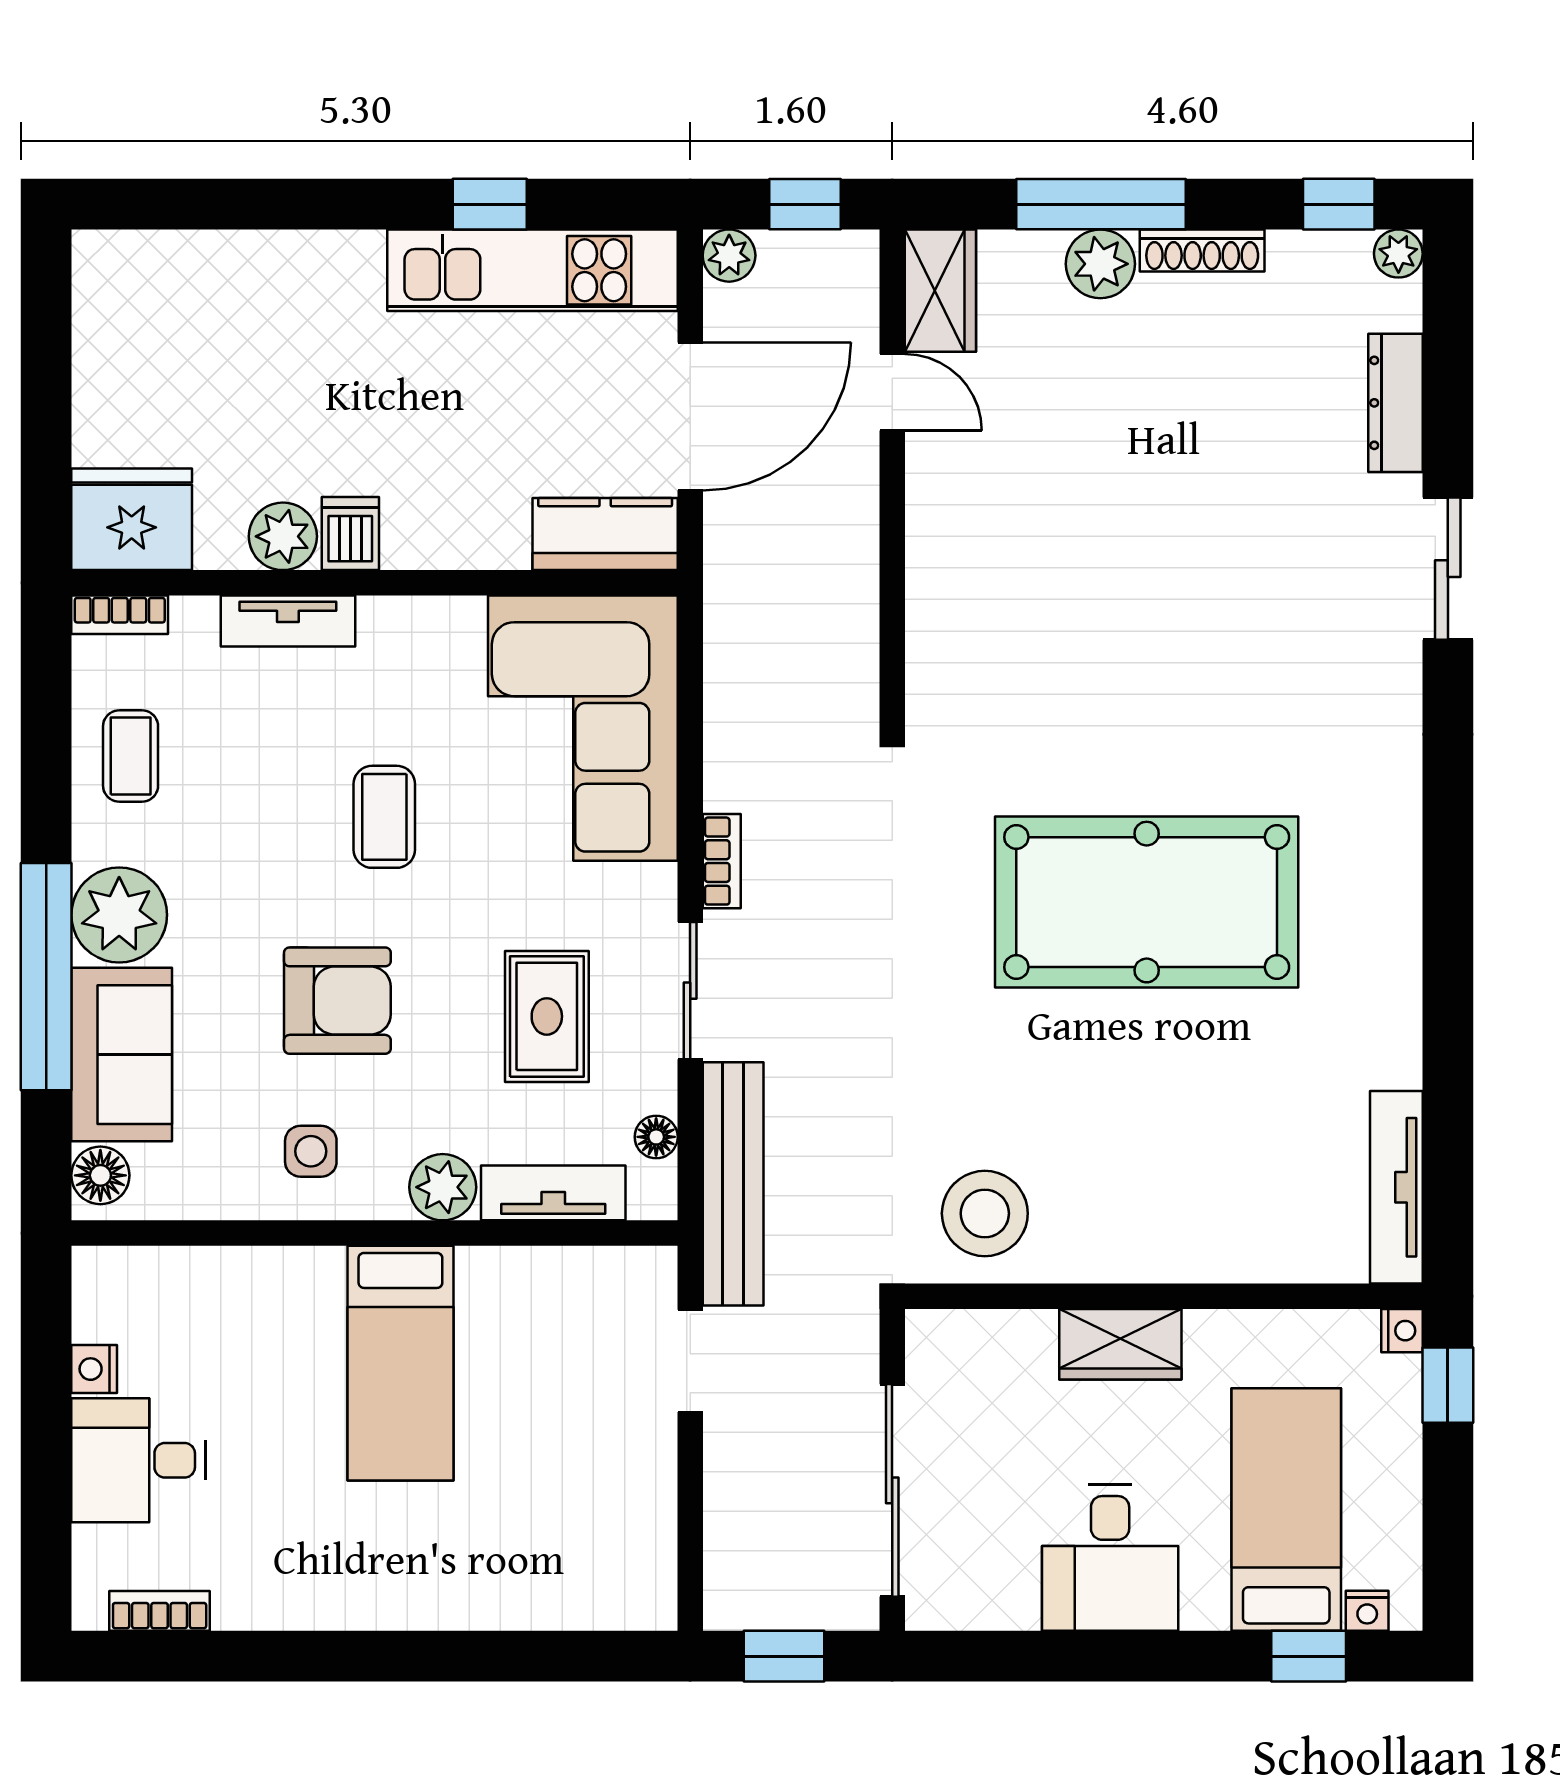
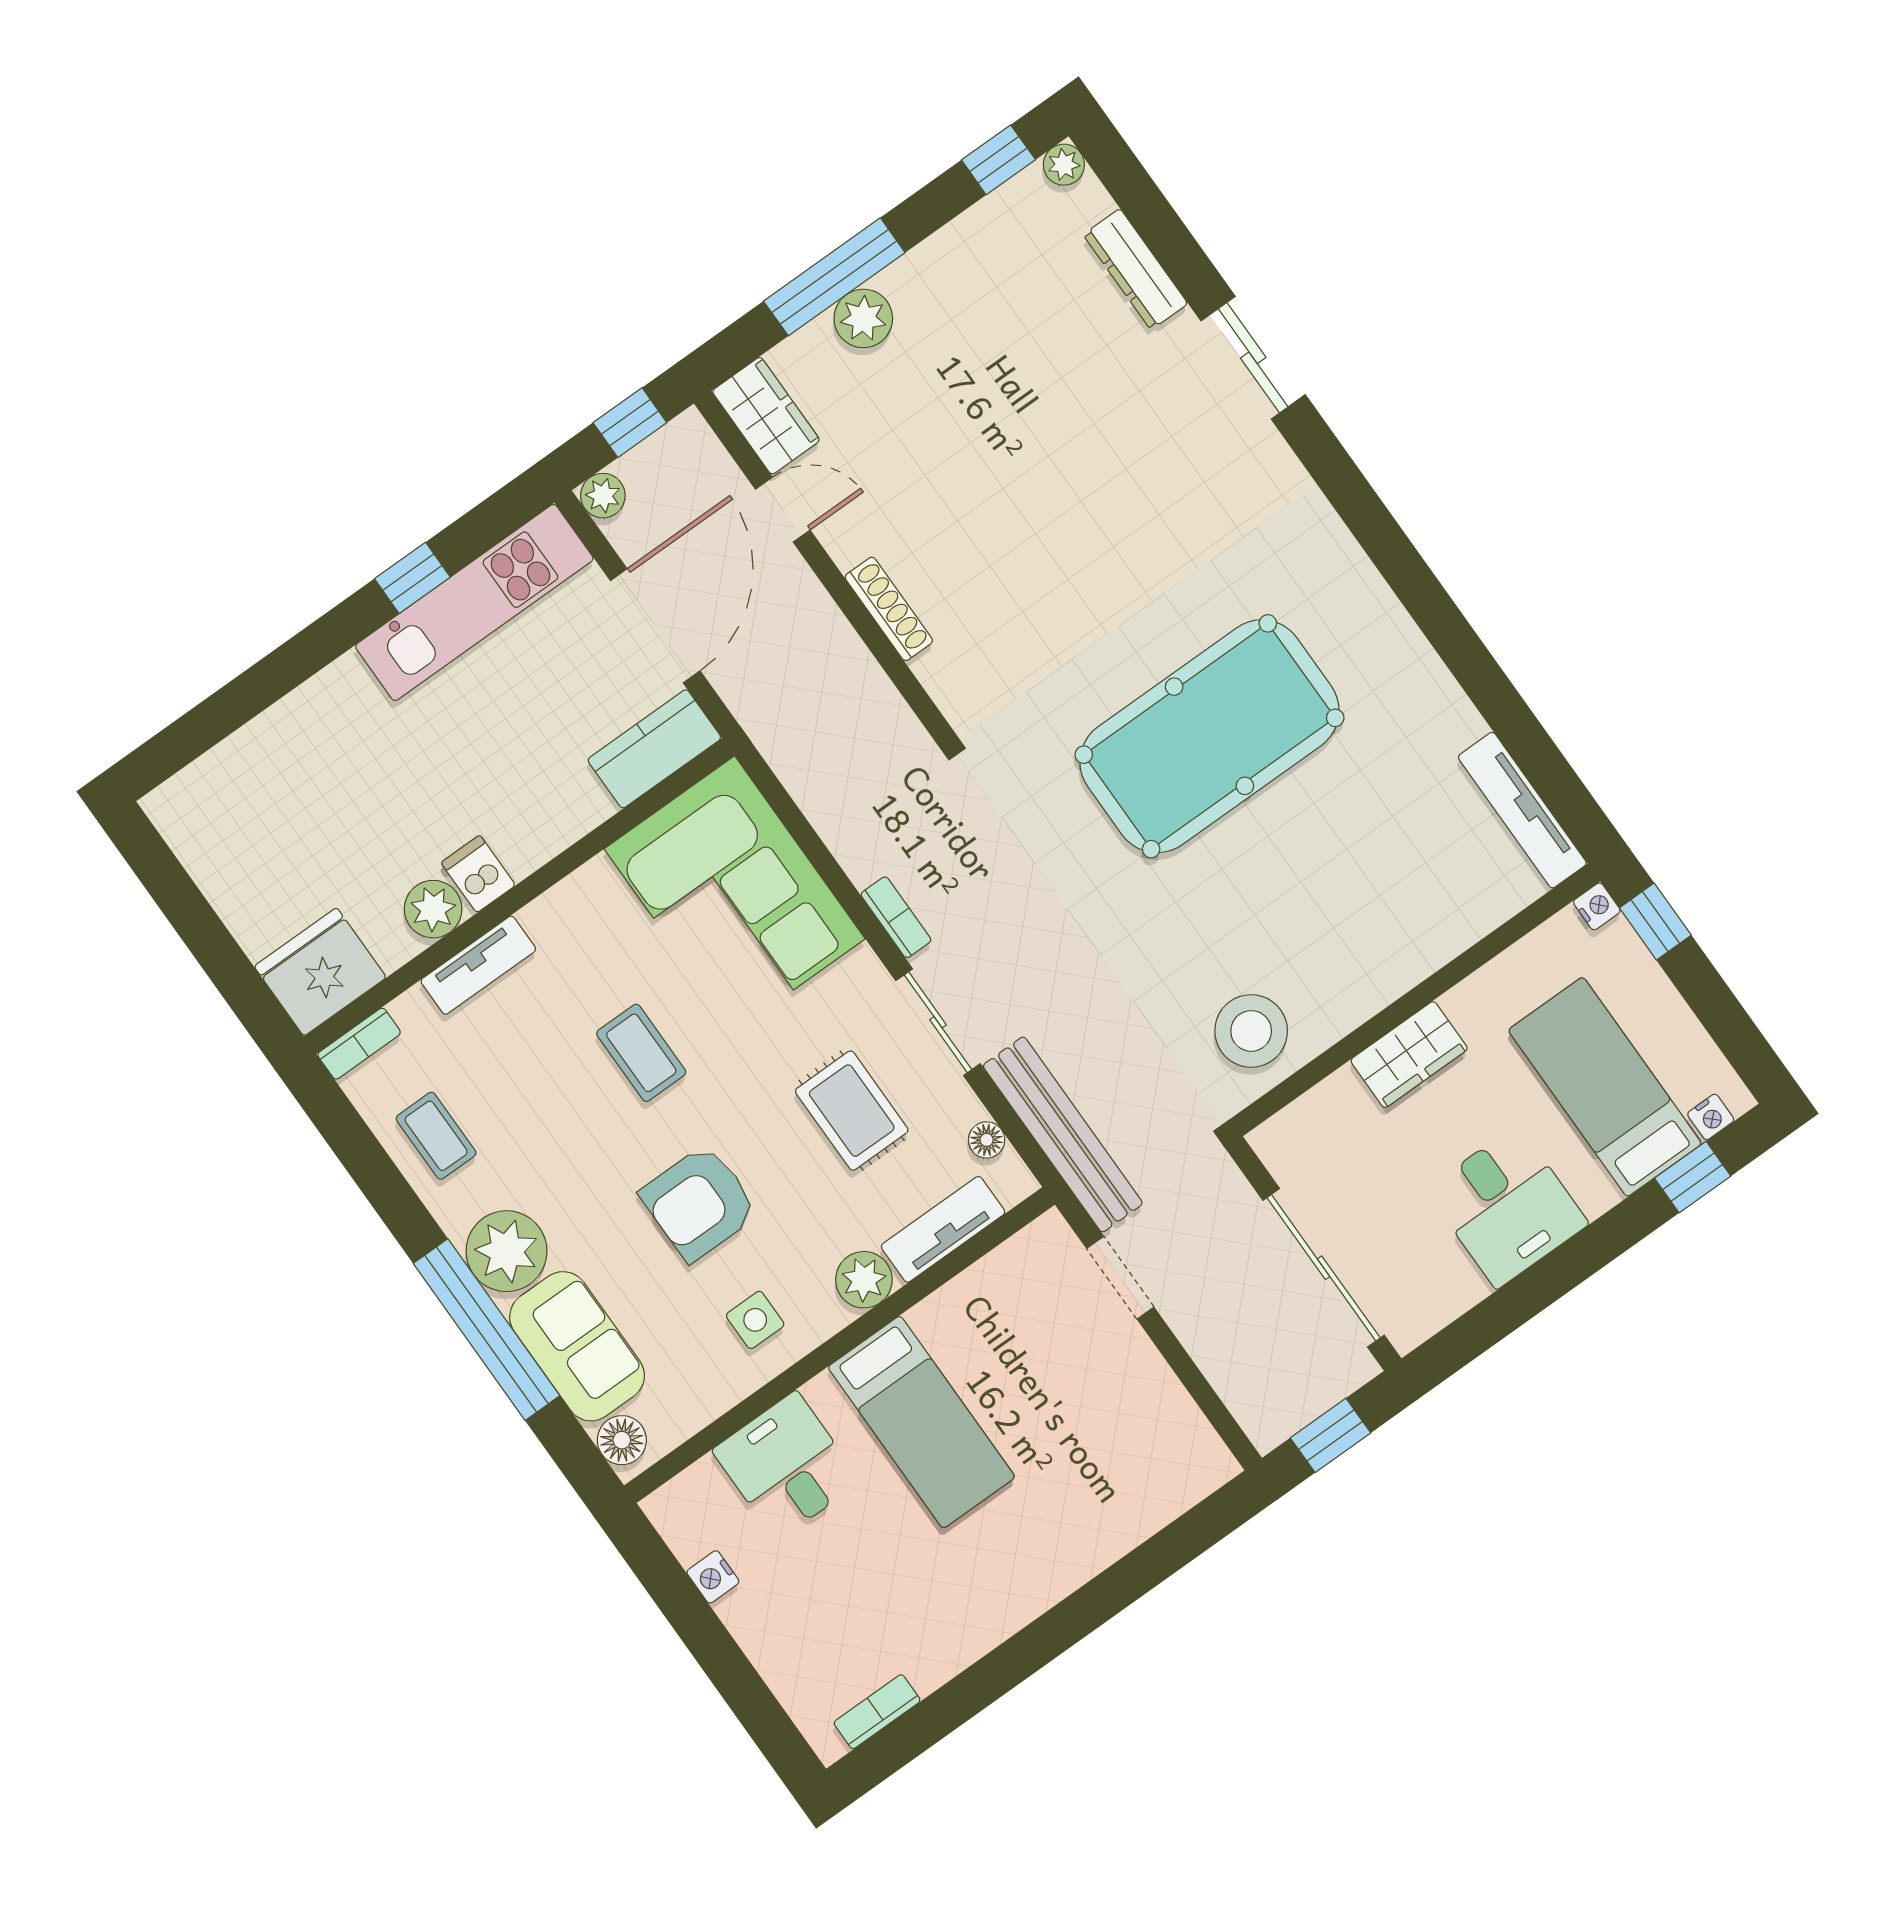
shoe rack: (1202, 250) -> (889, 609), moved, turned -90
armchair: (337, 1001) -> (699, 1203), turned 180
desk: (139, 1460) -> (786, 1466), moved, turned 90

